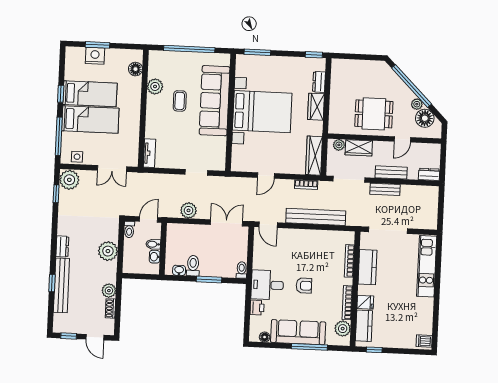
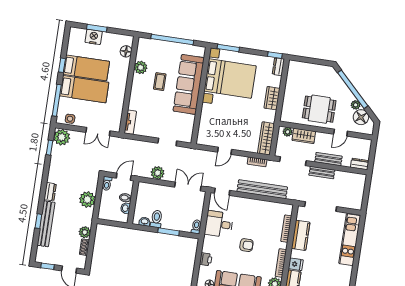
dresser: (319, 82) -> (278, 67), moved
bed with nightstands: (262, 112) -> (230, 79), moved
desk: (267, 285) -> (219, 224), moved

